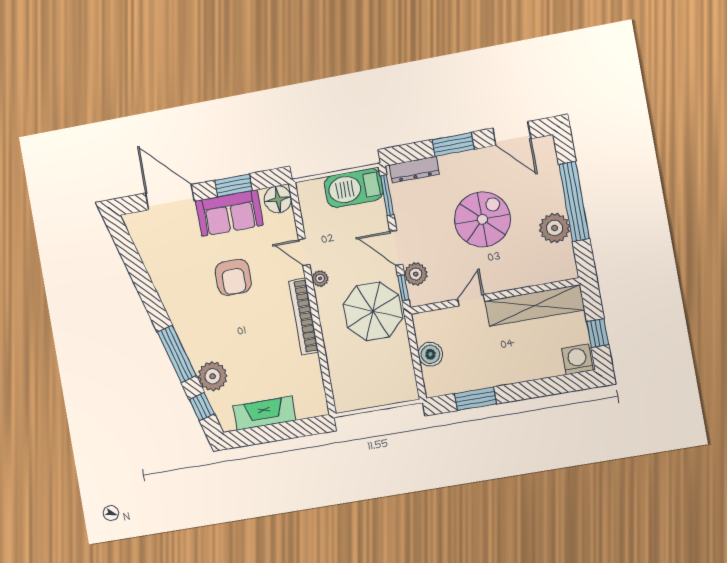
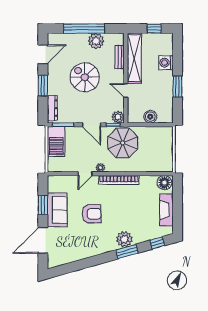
floor lamp: (278, 199) -> (164, 183), moved
door: (396, 248) -> (92, 125), hinge flipped
plant: (416, 274) -> (118, 117), moved
bench: (532, 278) -> (120, 57), added
window: (177, 354) -> (127, 251), width x0.69
washing machine: (577, 359) -> (166, 63), moved
plant: (213, 376) -> (124, 239), moved
window: (476, 399) -> (177, 87), moved

